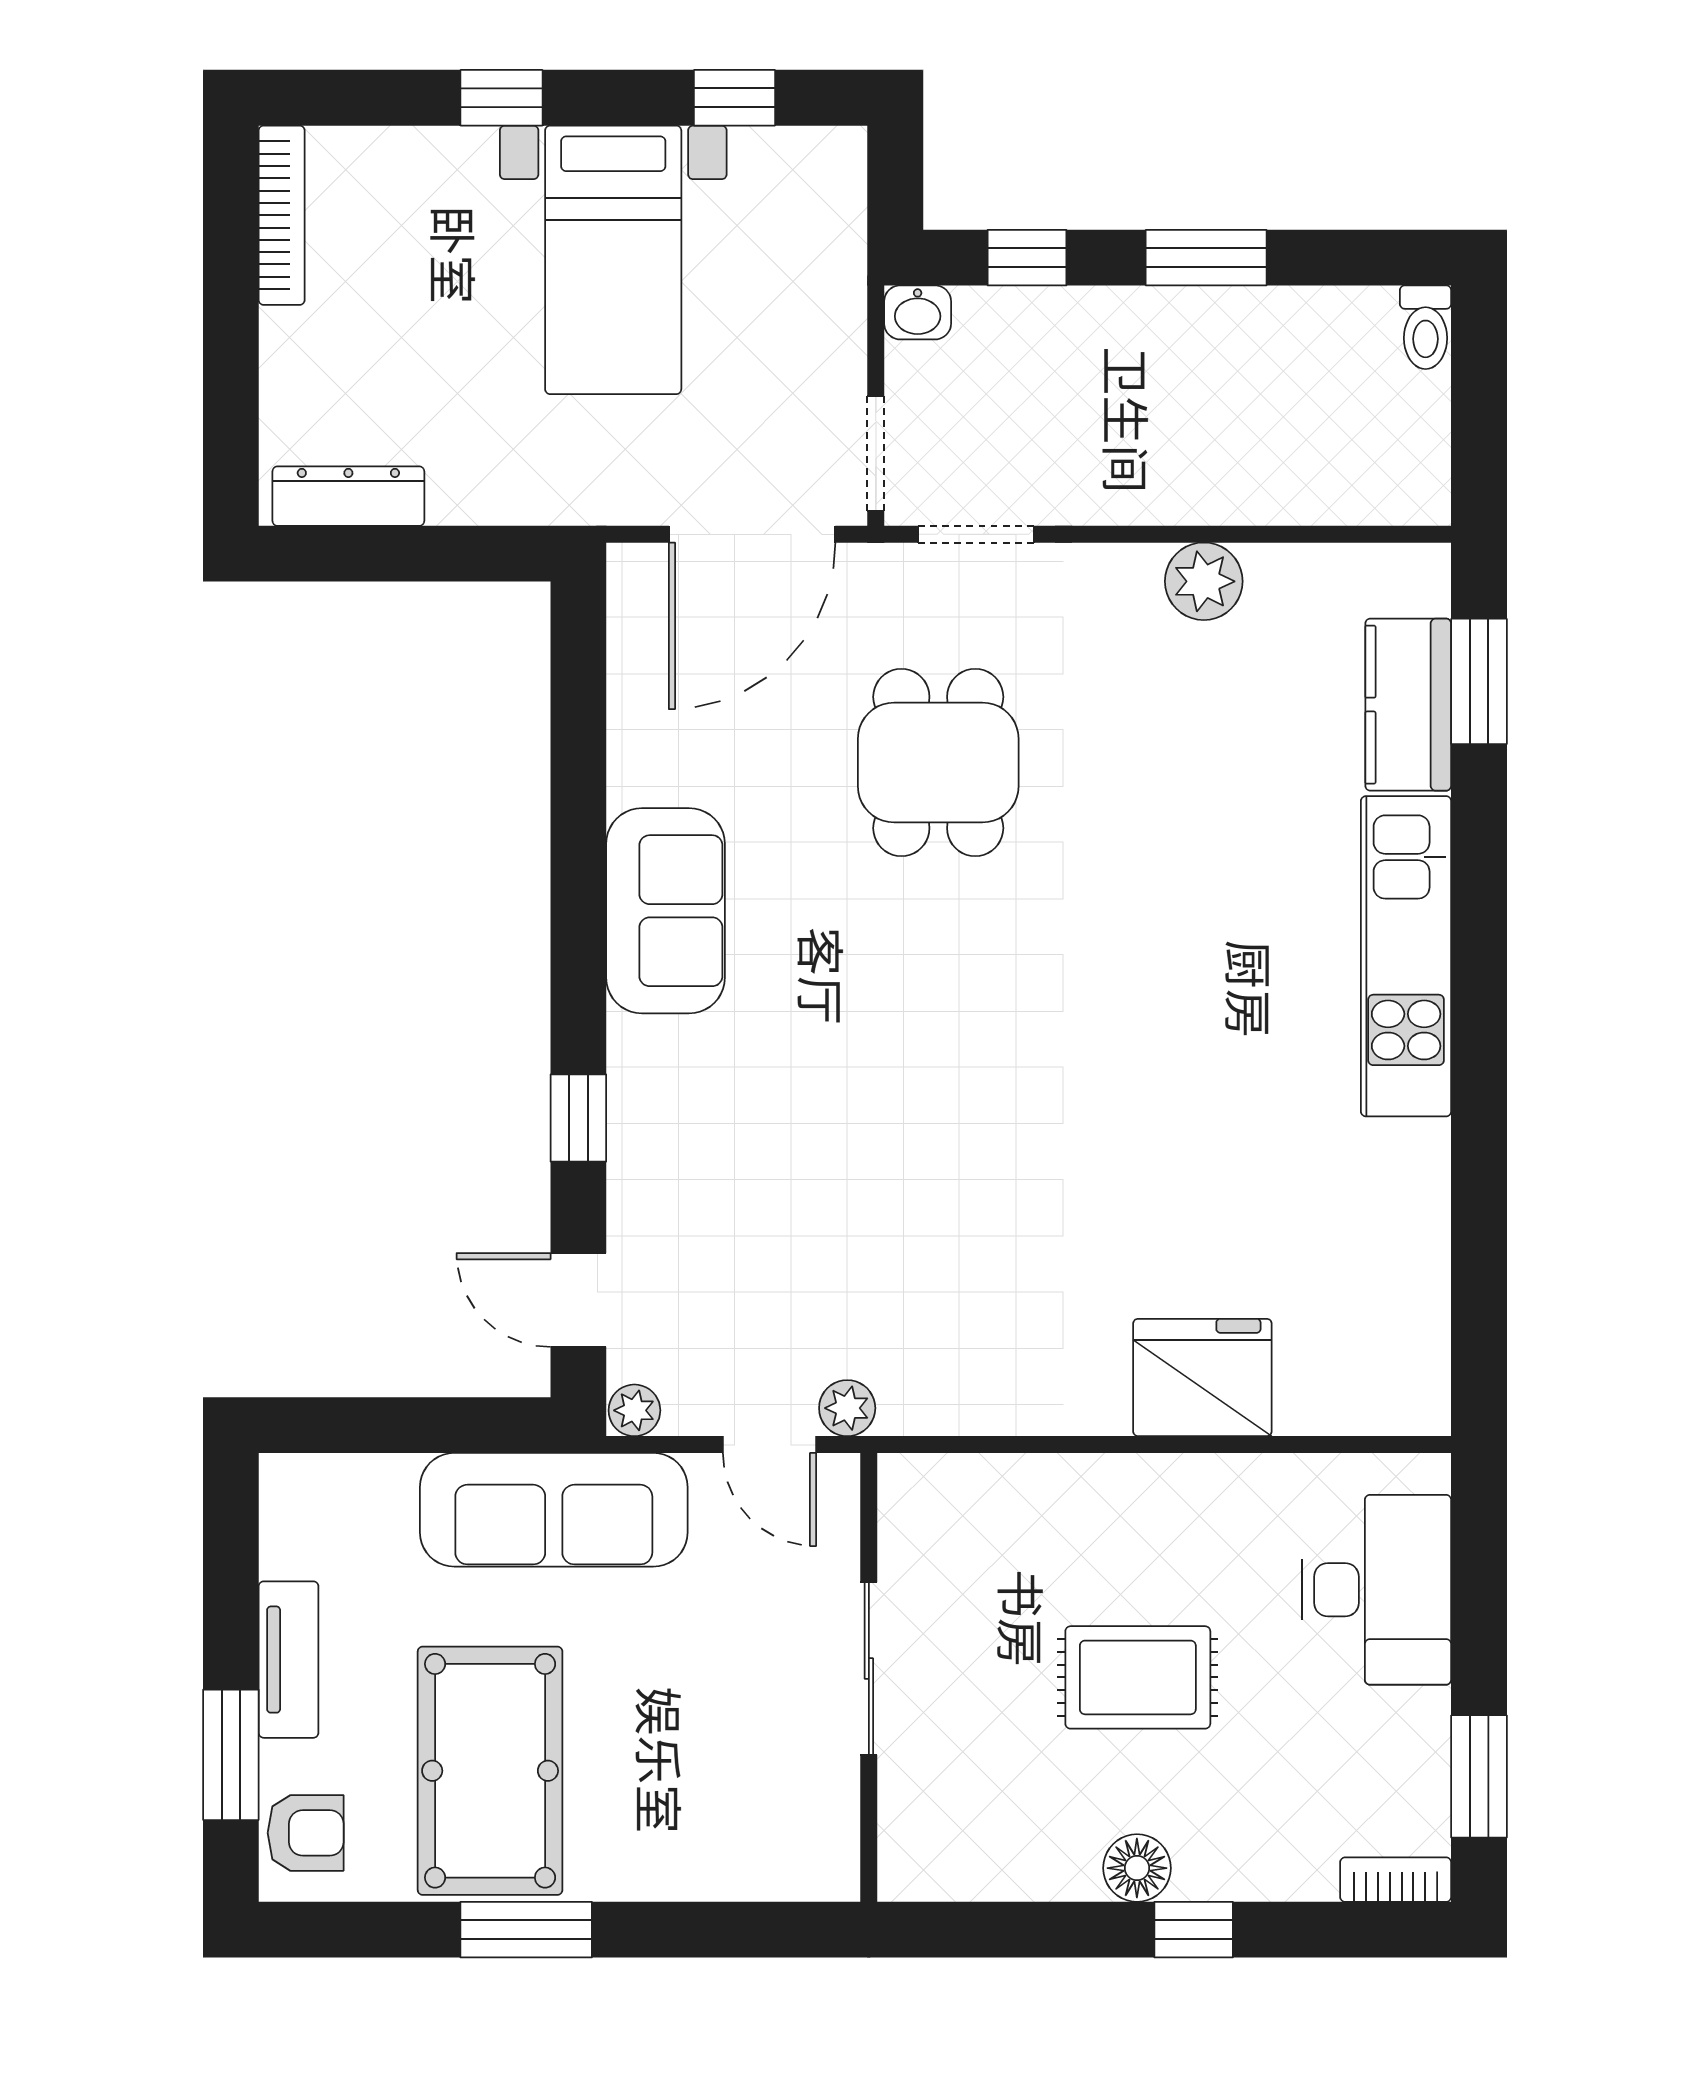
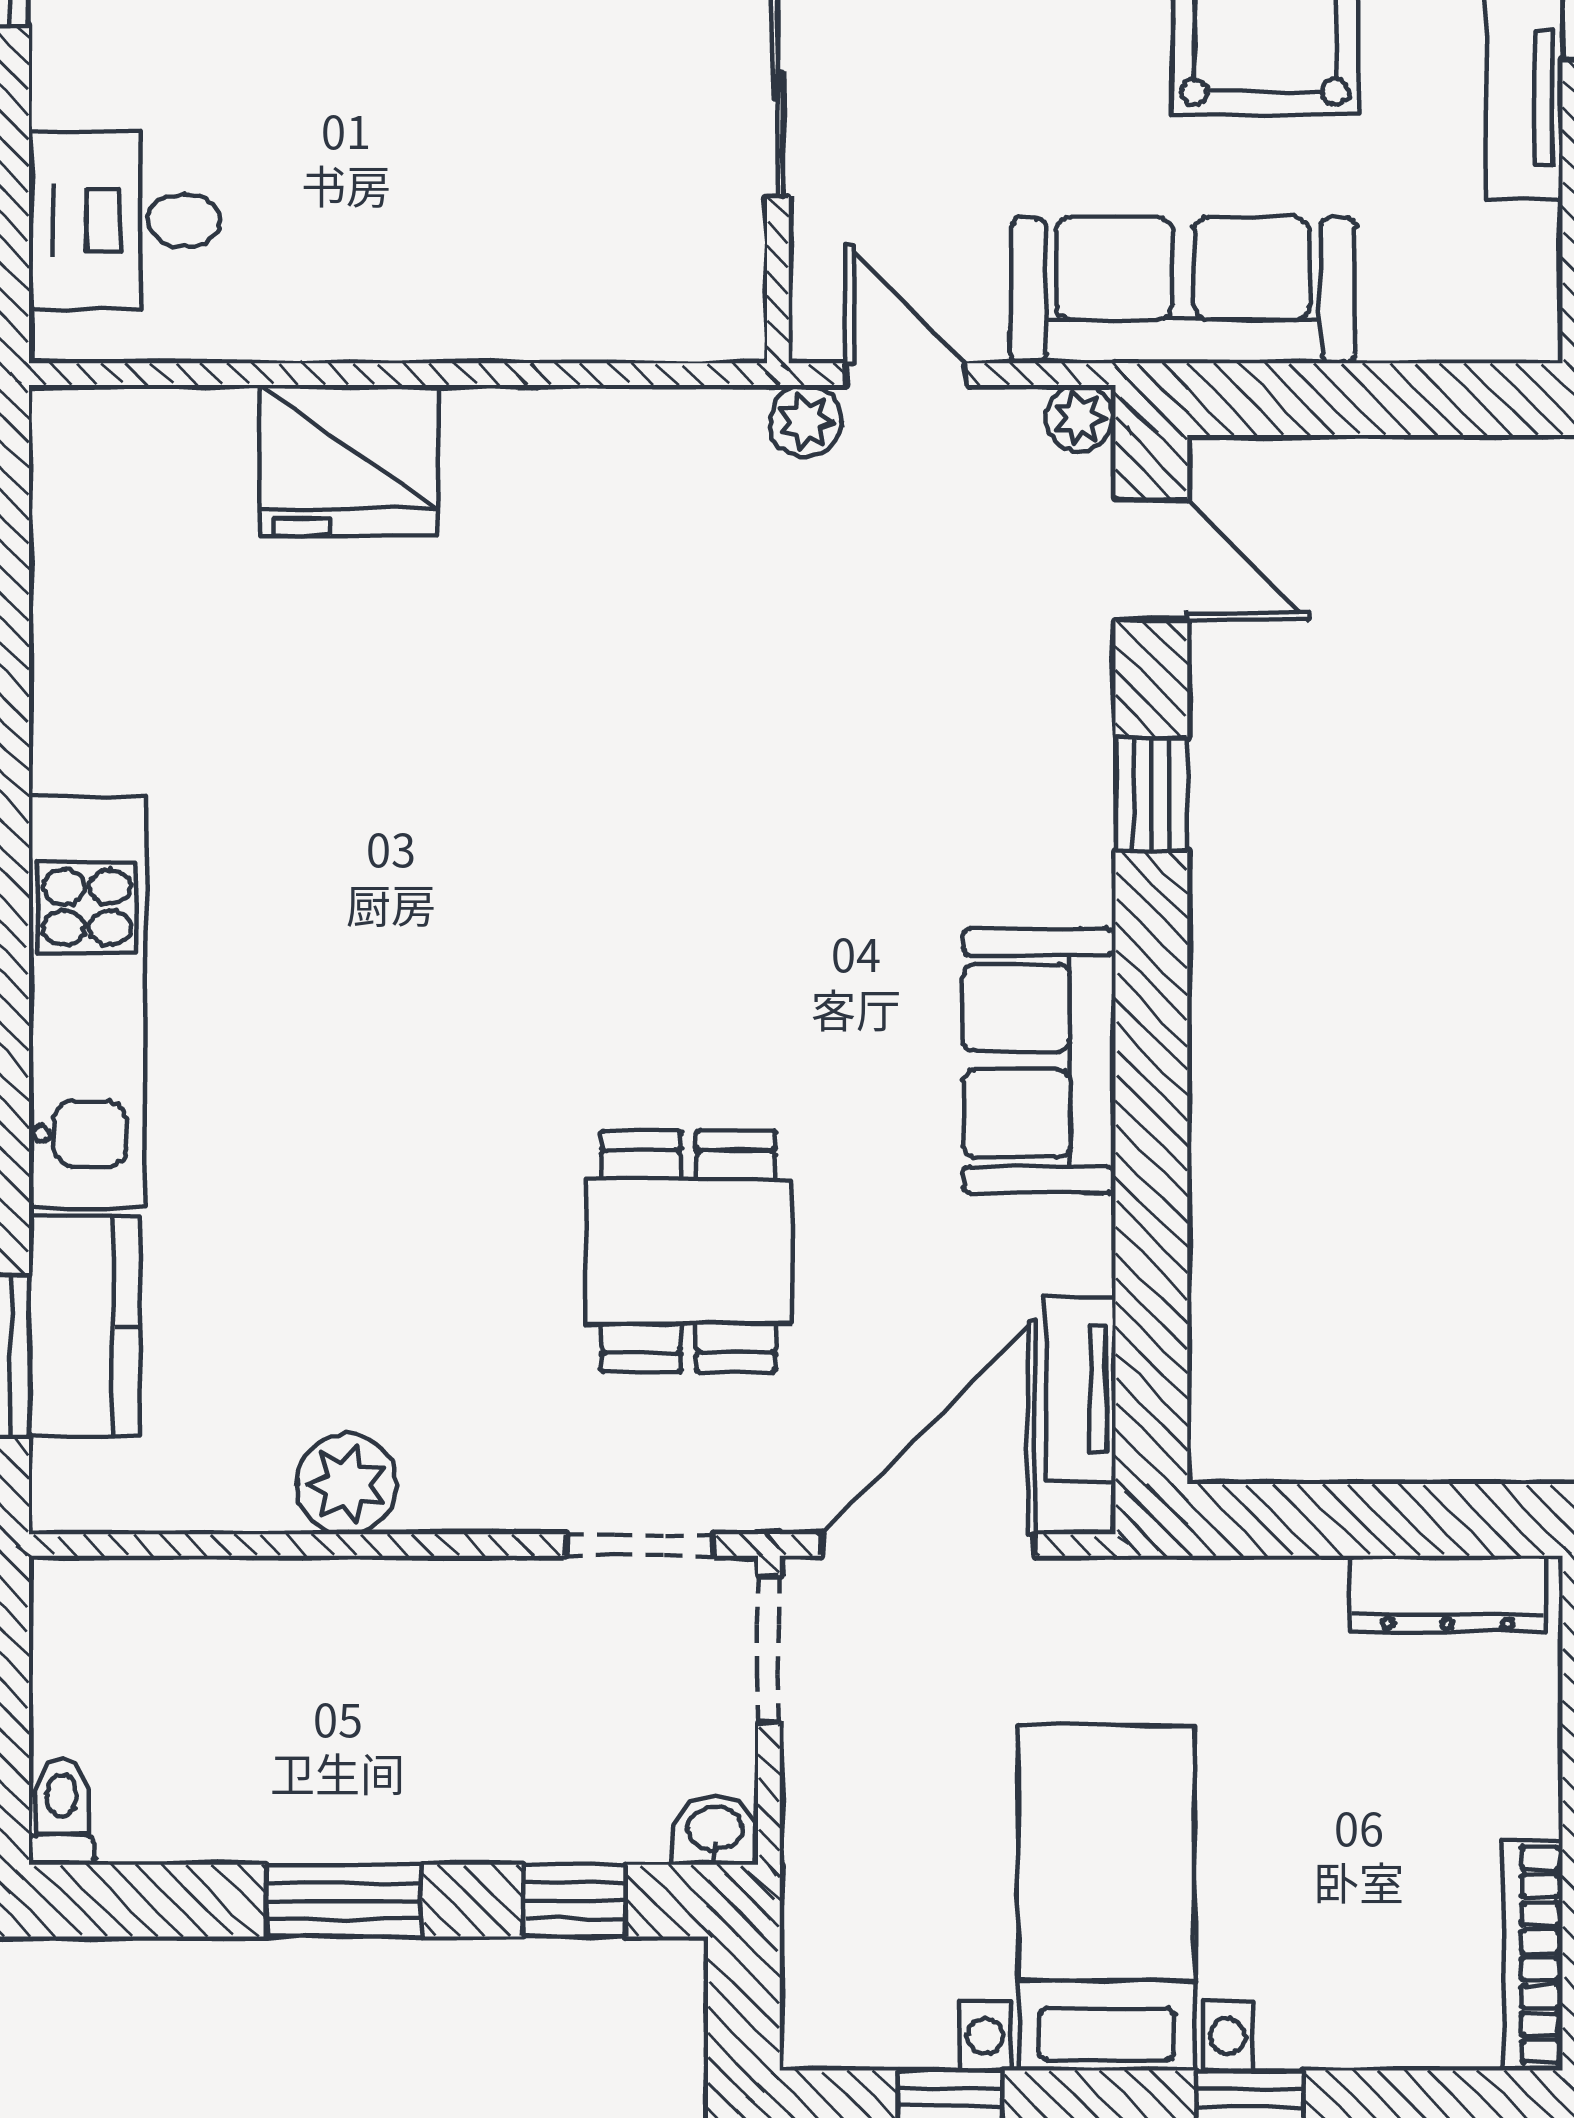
tv unit: (634, 655) -> (1080, 1389), added
desk: (1377, 1590) -> (125, 220), width x0.73
rug: (1138, 1677) -> (432, 75), removed

